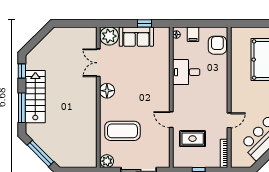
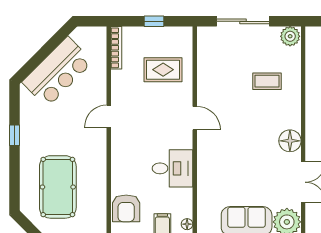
door: (171, 120) -> (195, 118), moved
door: (229, 120) -> (109, 116), moved
coffee table: (122, 131) -> (267, 81), width x0.54, depth x0.58

